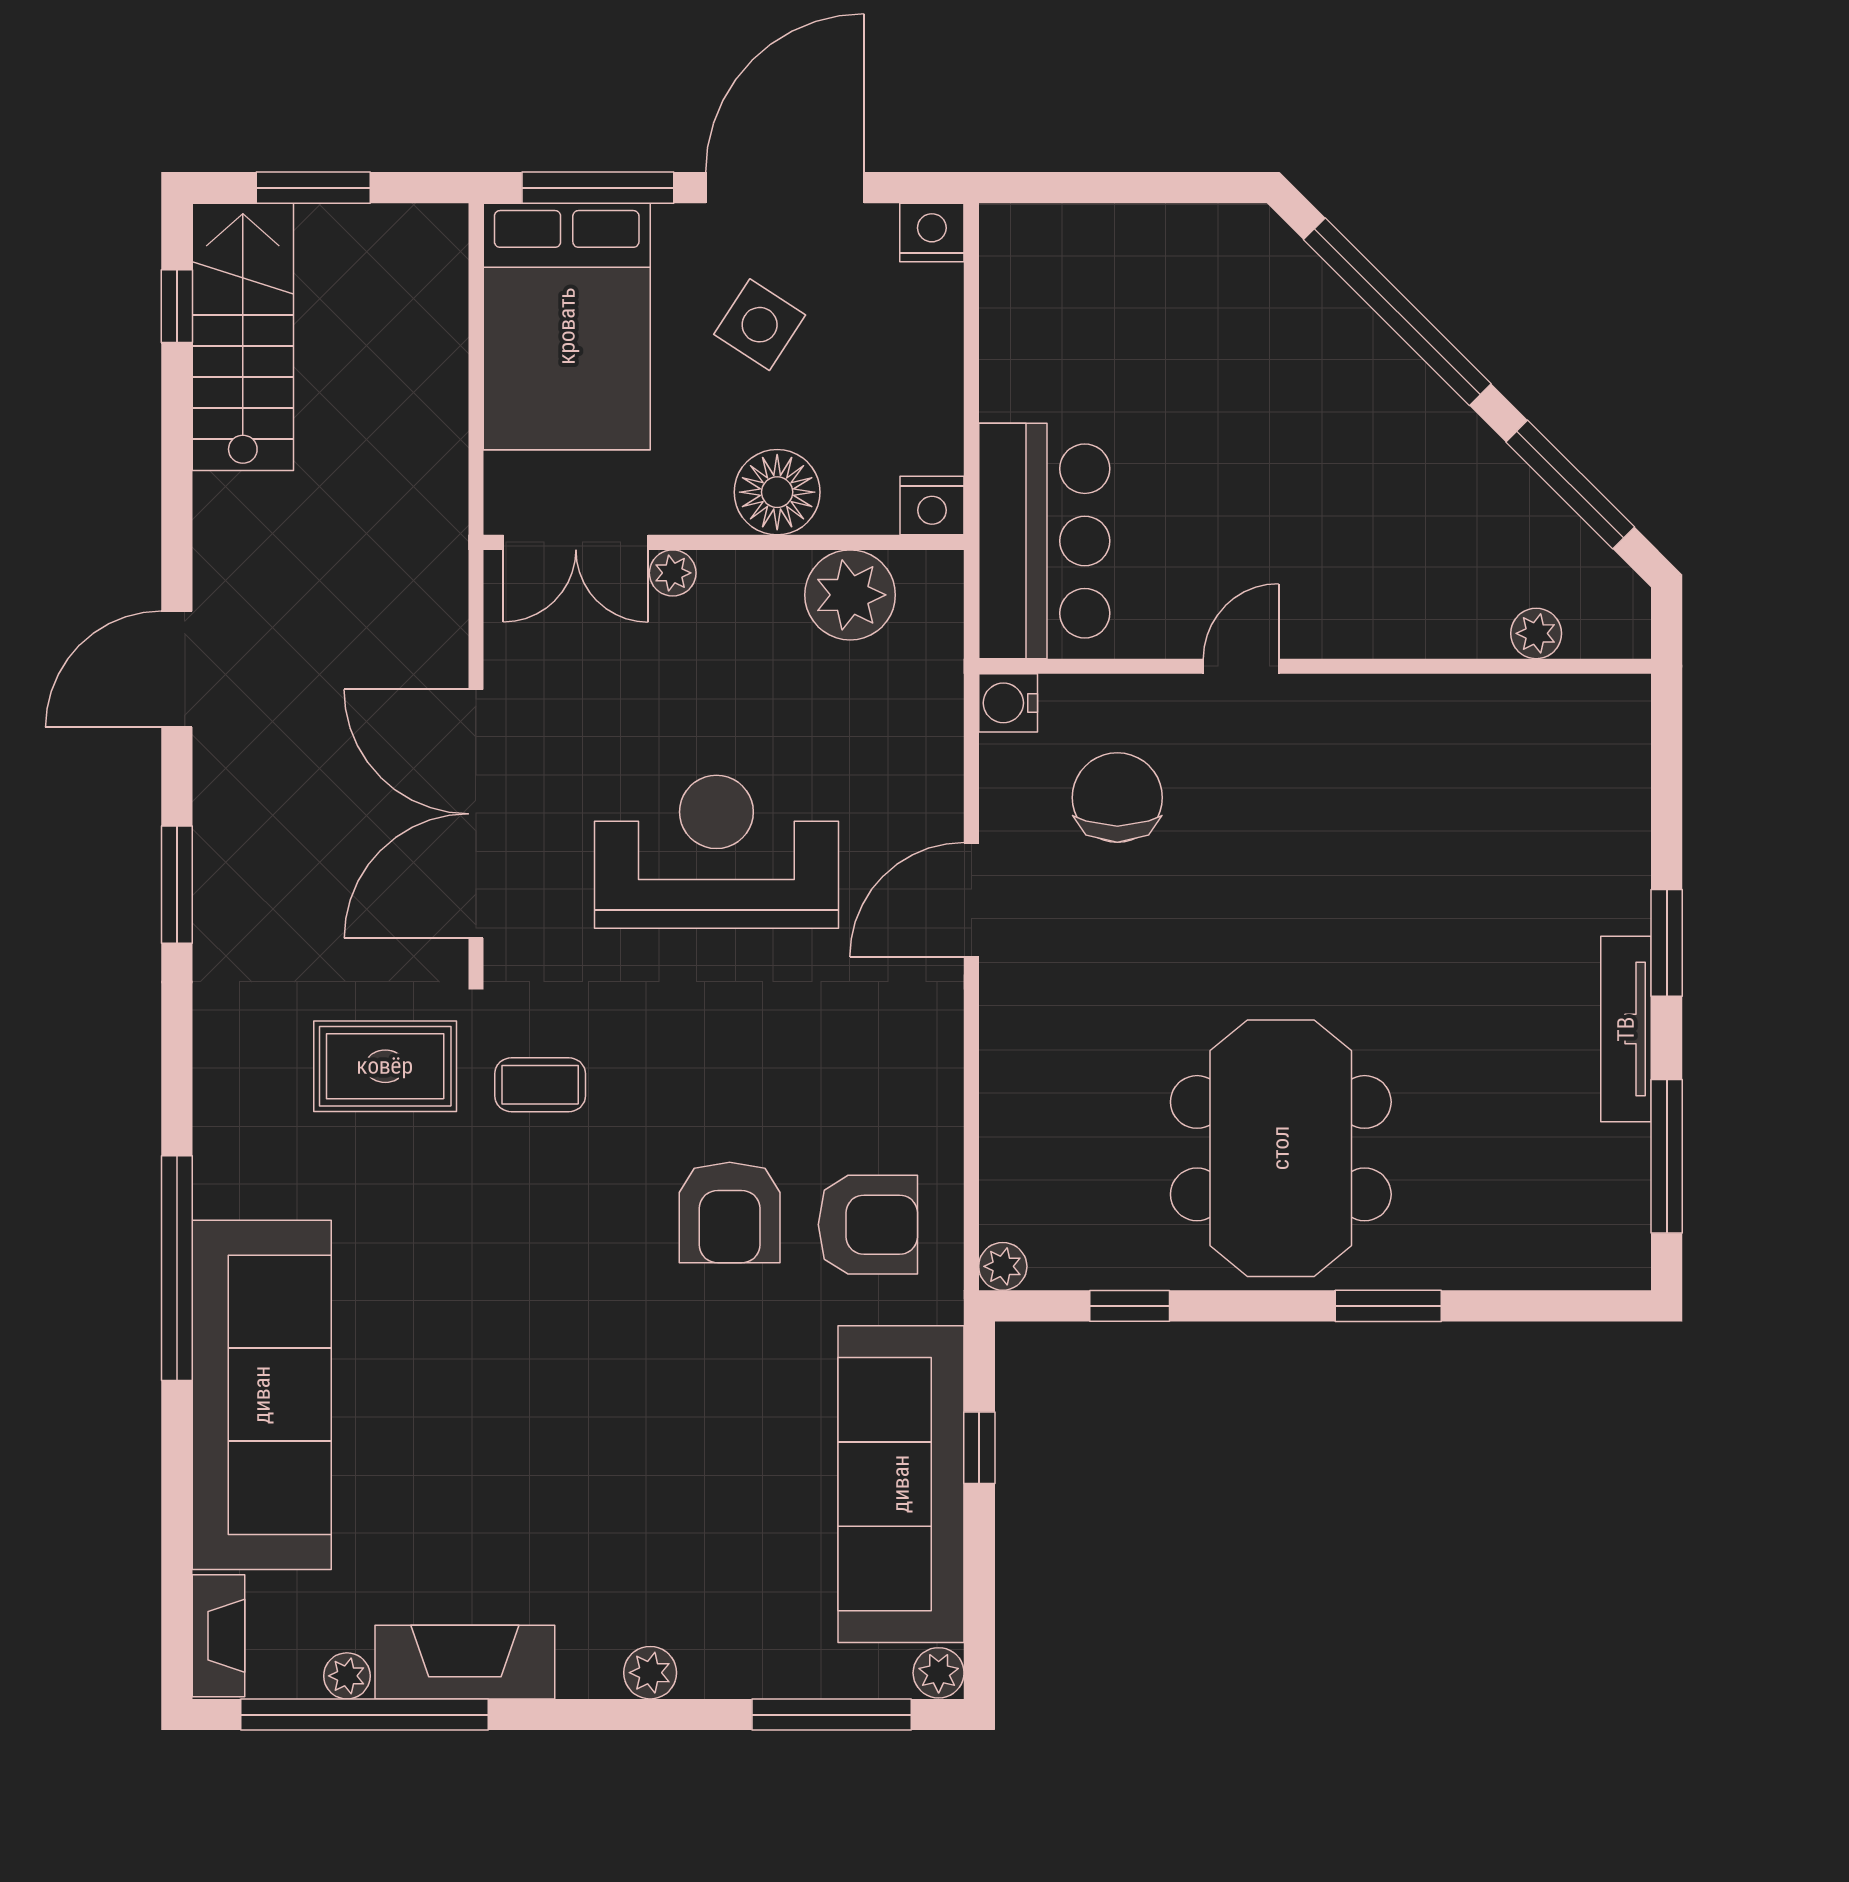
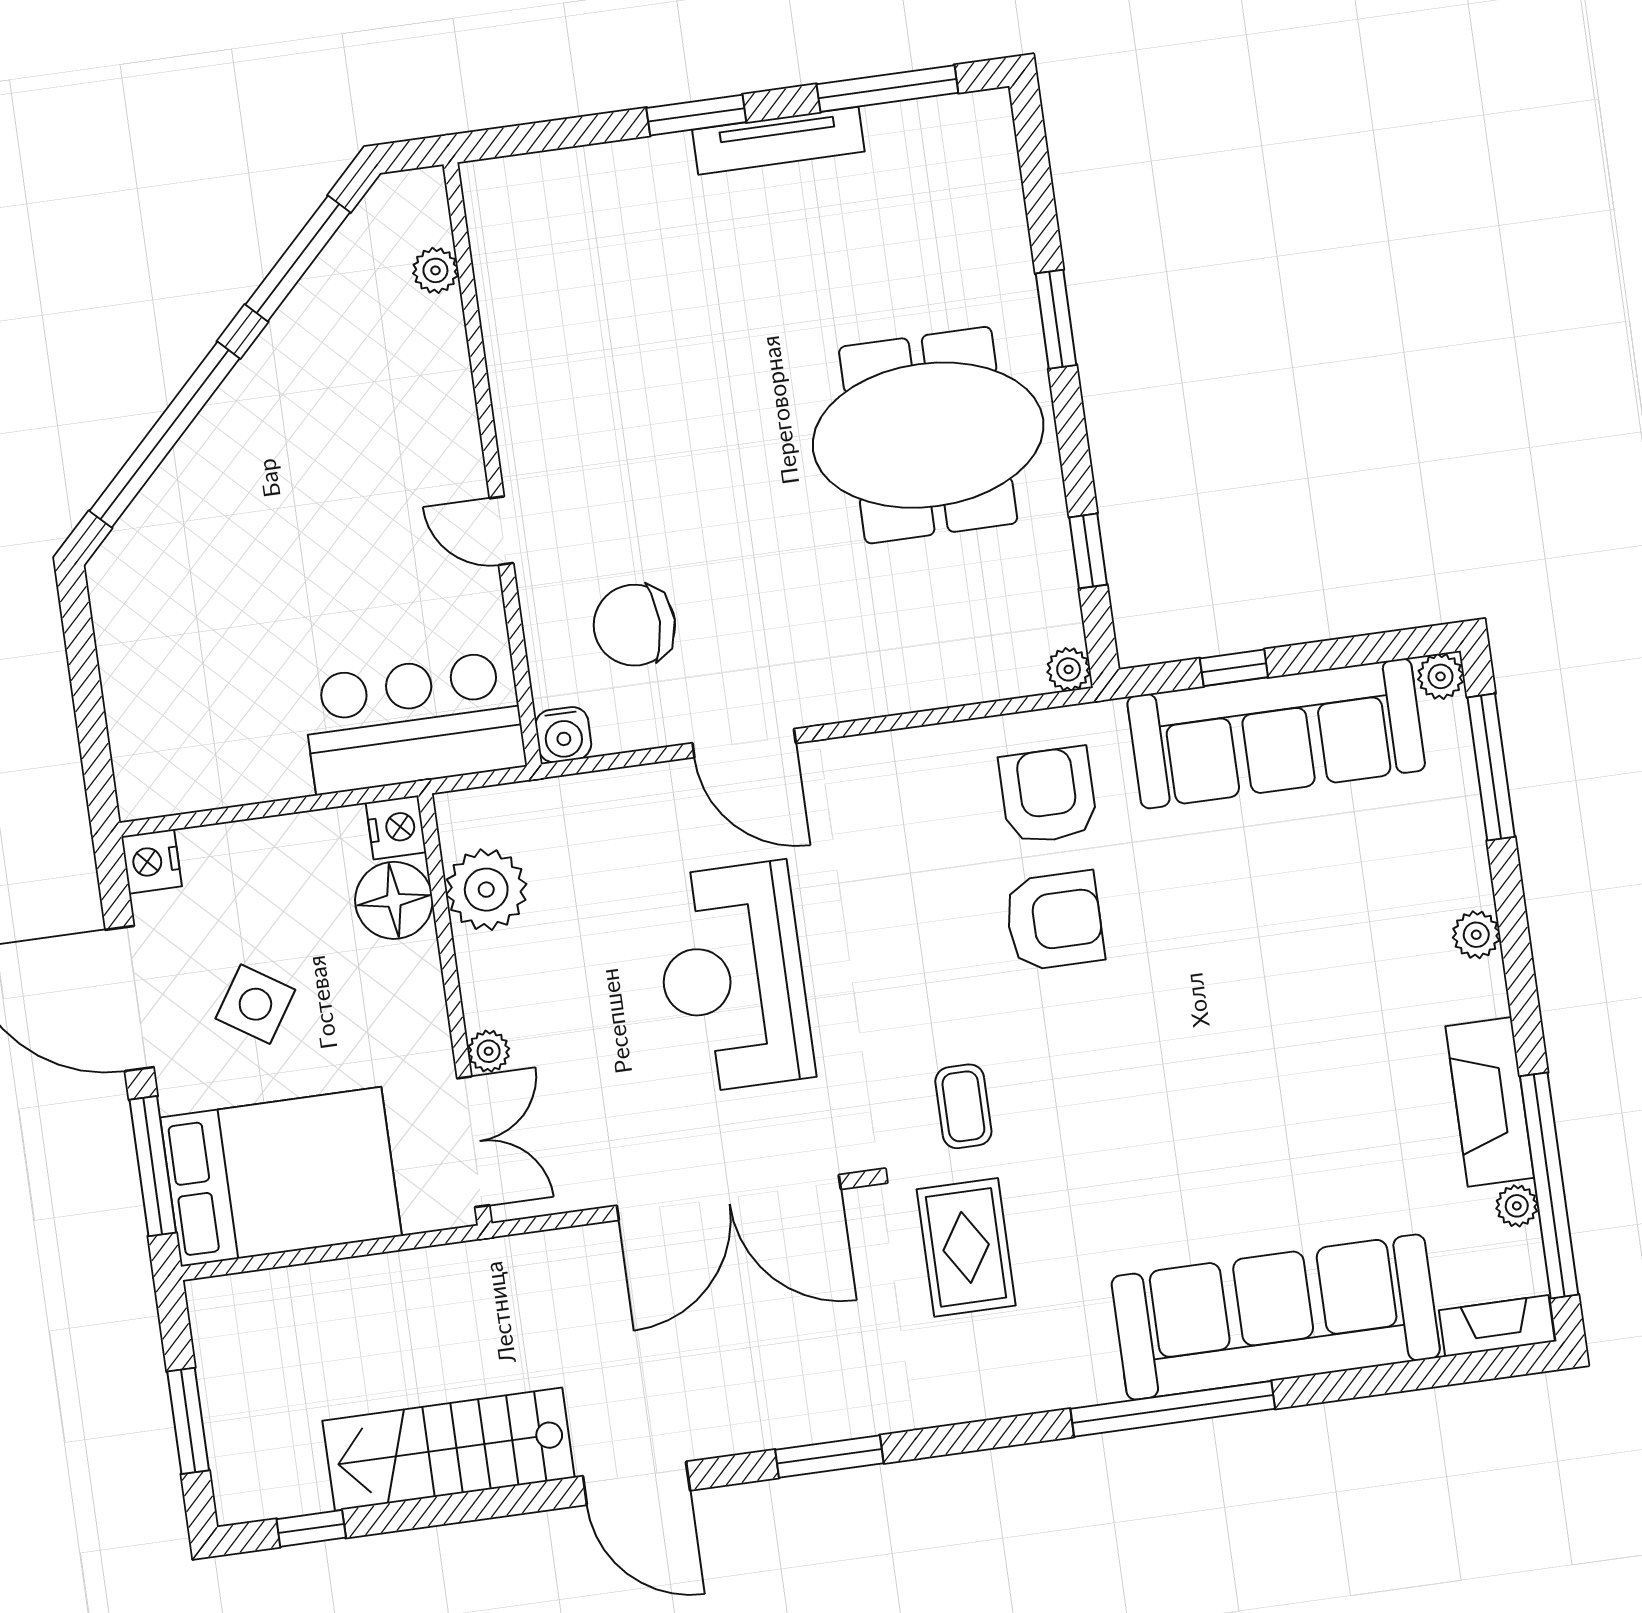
stairs: (243, 337) -> (449, 1449), moved
floor lamp: (777, 492) -> (394, 900), moved

